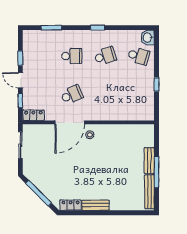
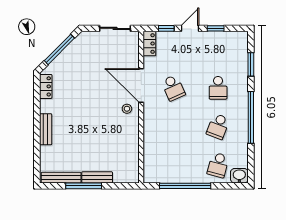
window: (97, 28) -> (251, 117), width x3.17
school desk: (105, 56) -> (218, 126), turned 39
window: (157, 84) -> (185, 186), width x3.17
bench: (96, 205) -> (46, 129), moved

